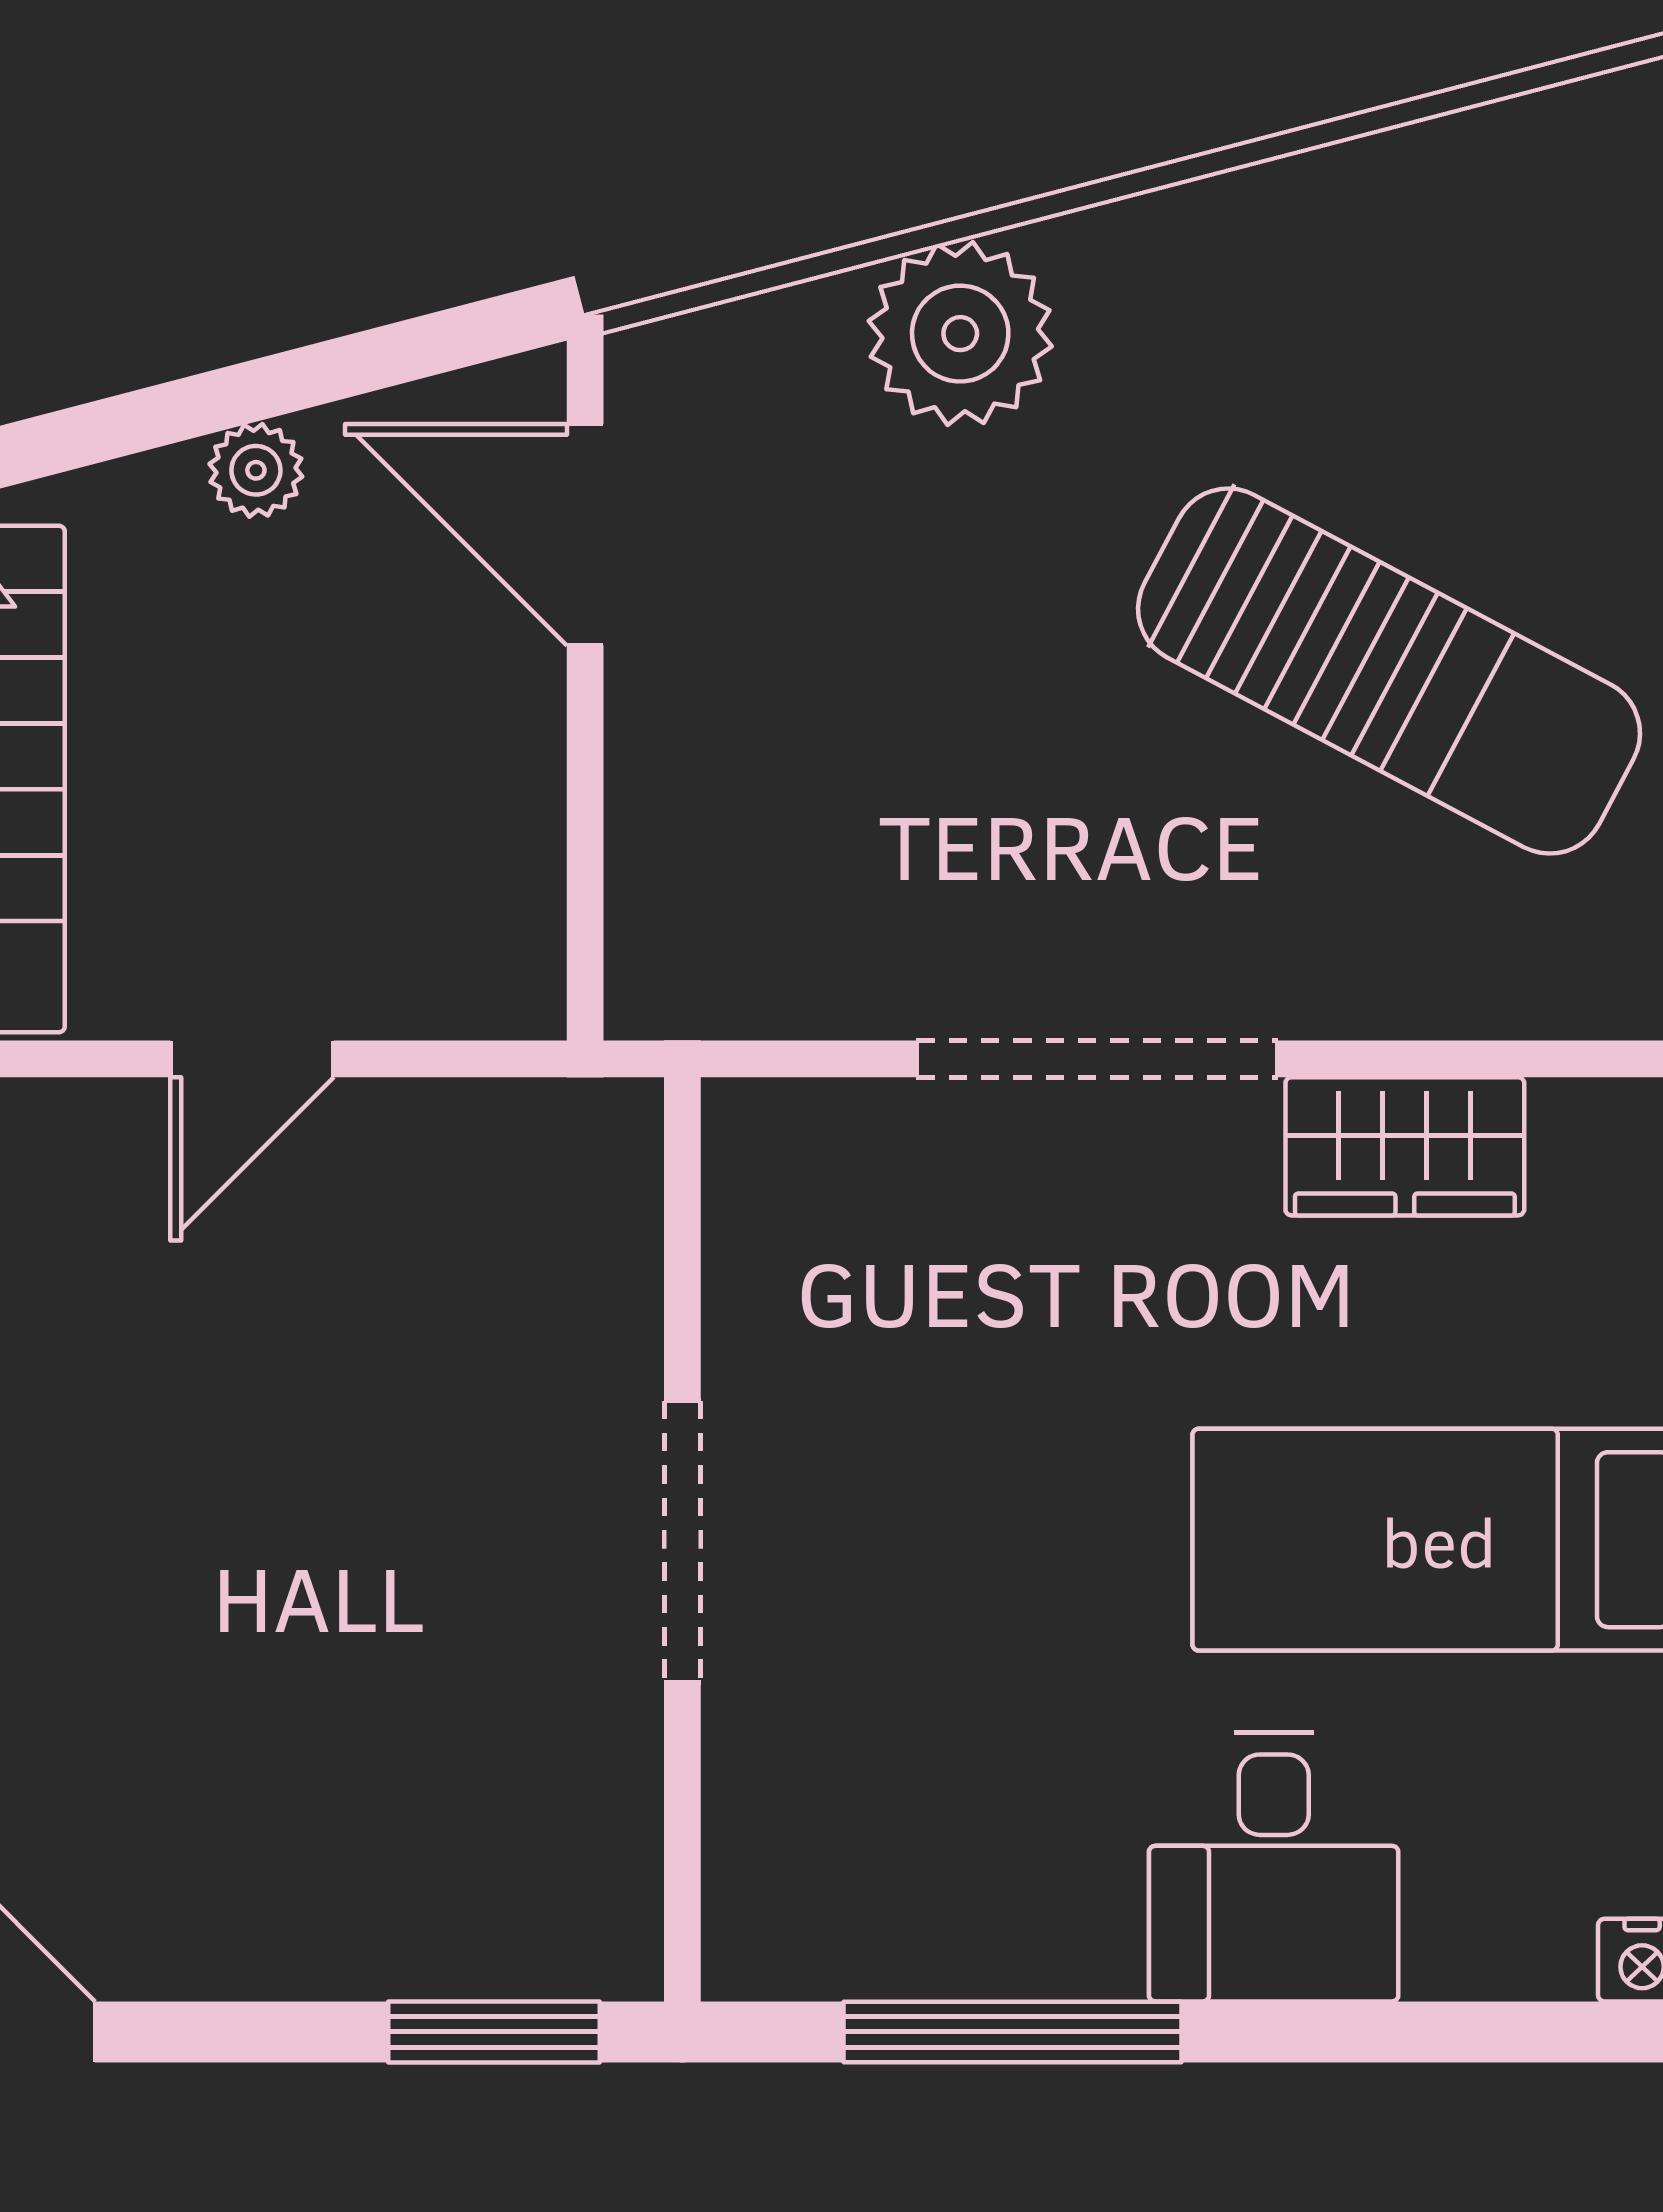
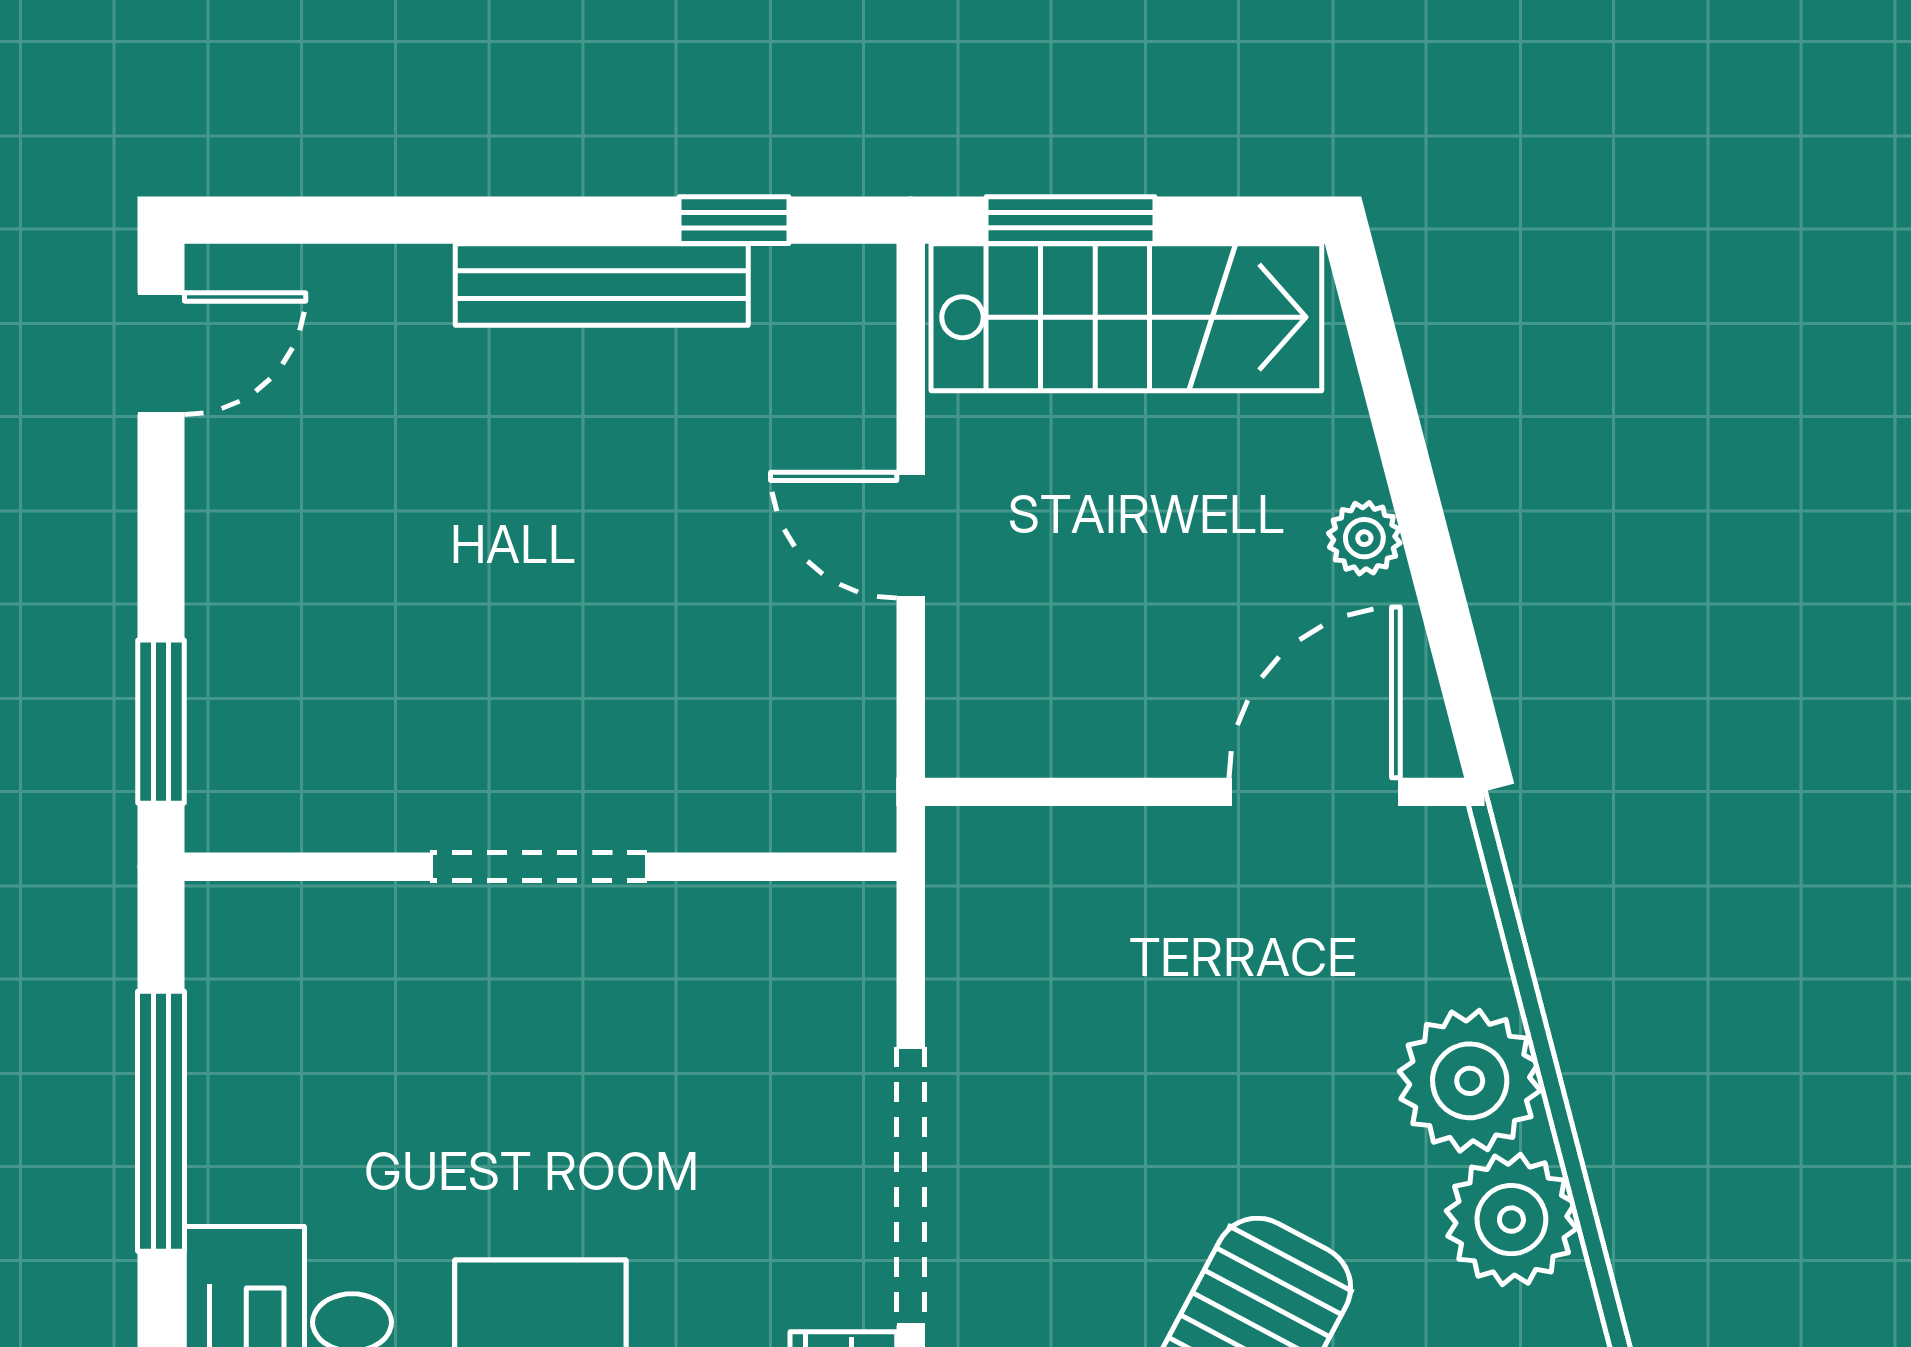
plant: (1140, 279) -> (1511, 1220), added

